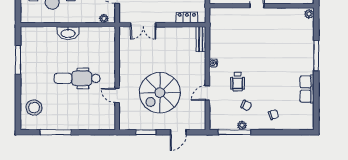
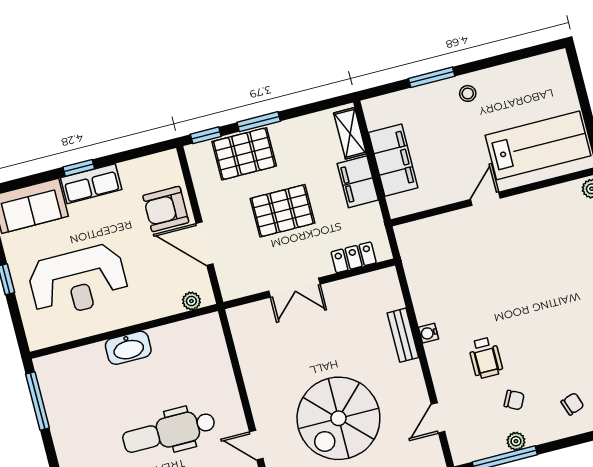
double door: (143, 25) -> (294, 288), moved
bench: (201, 39) -> (403, 335), moved
window: (18, 60) -> (37, 401), moved
door: (207, 93) -> (438, 418), moved

